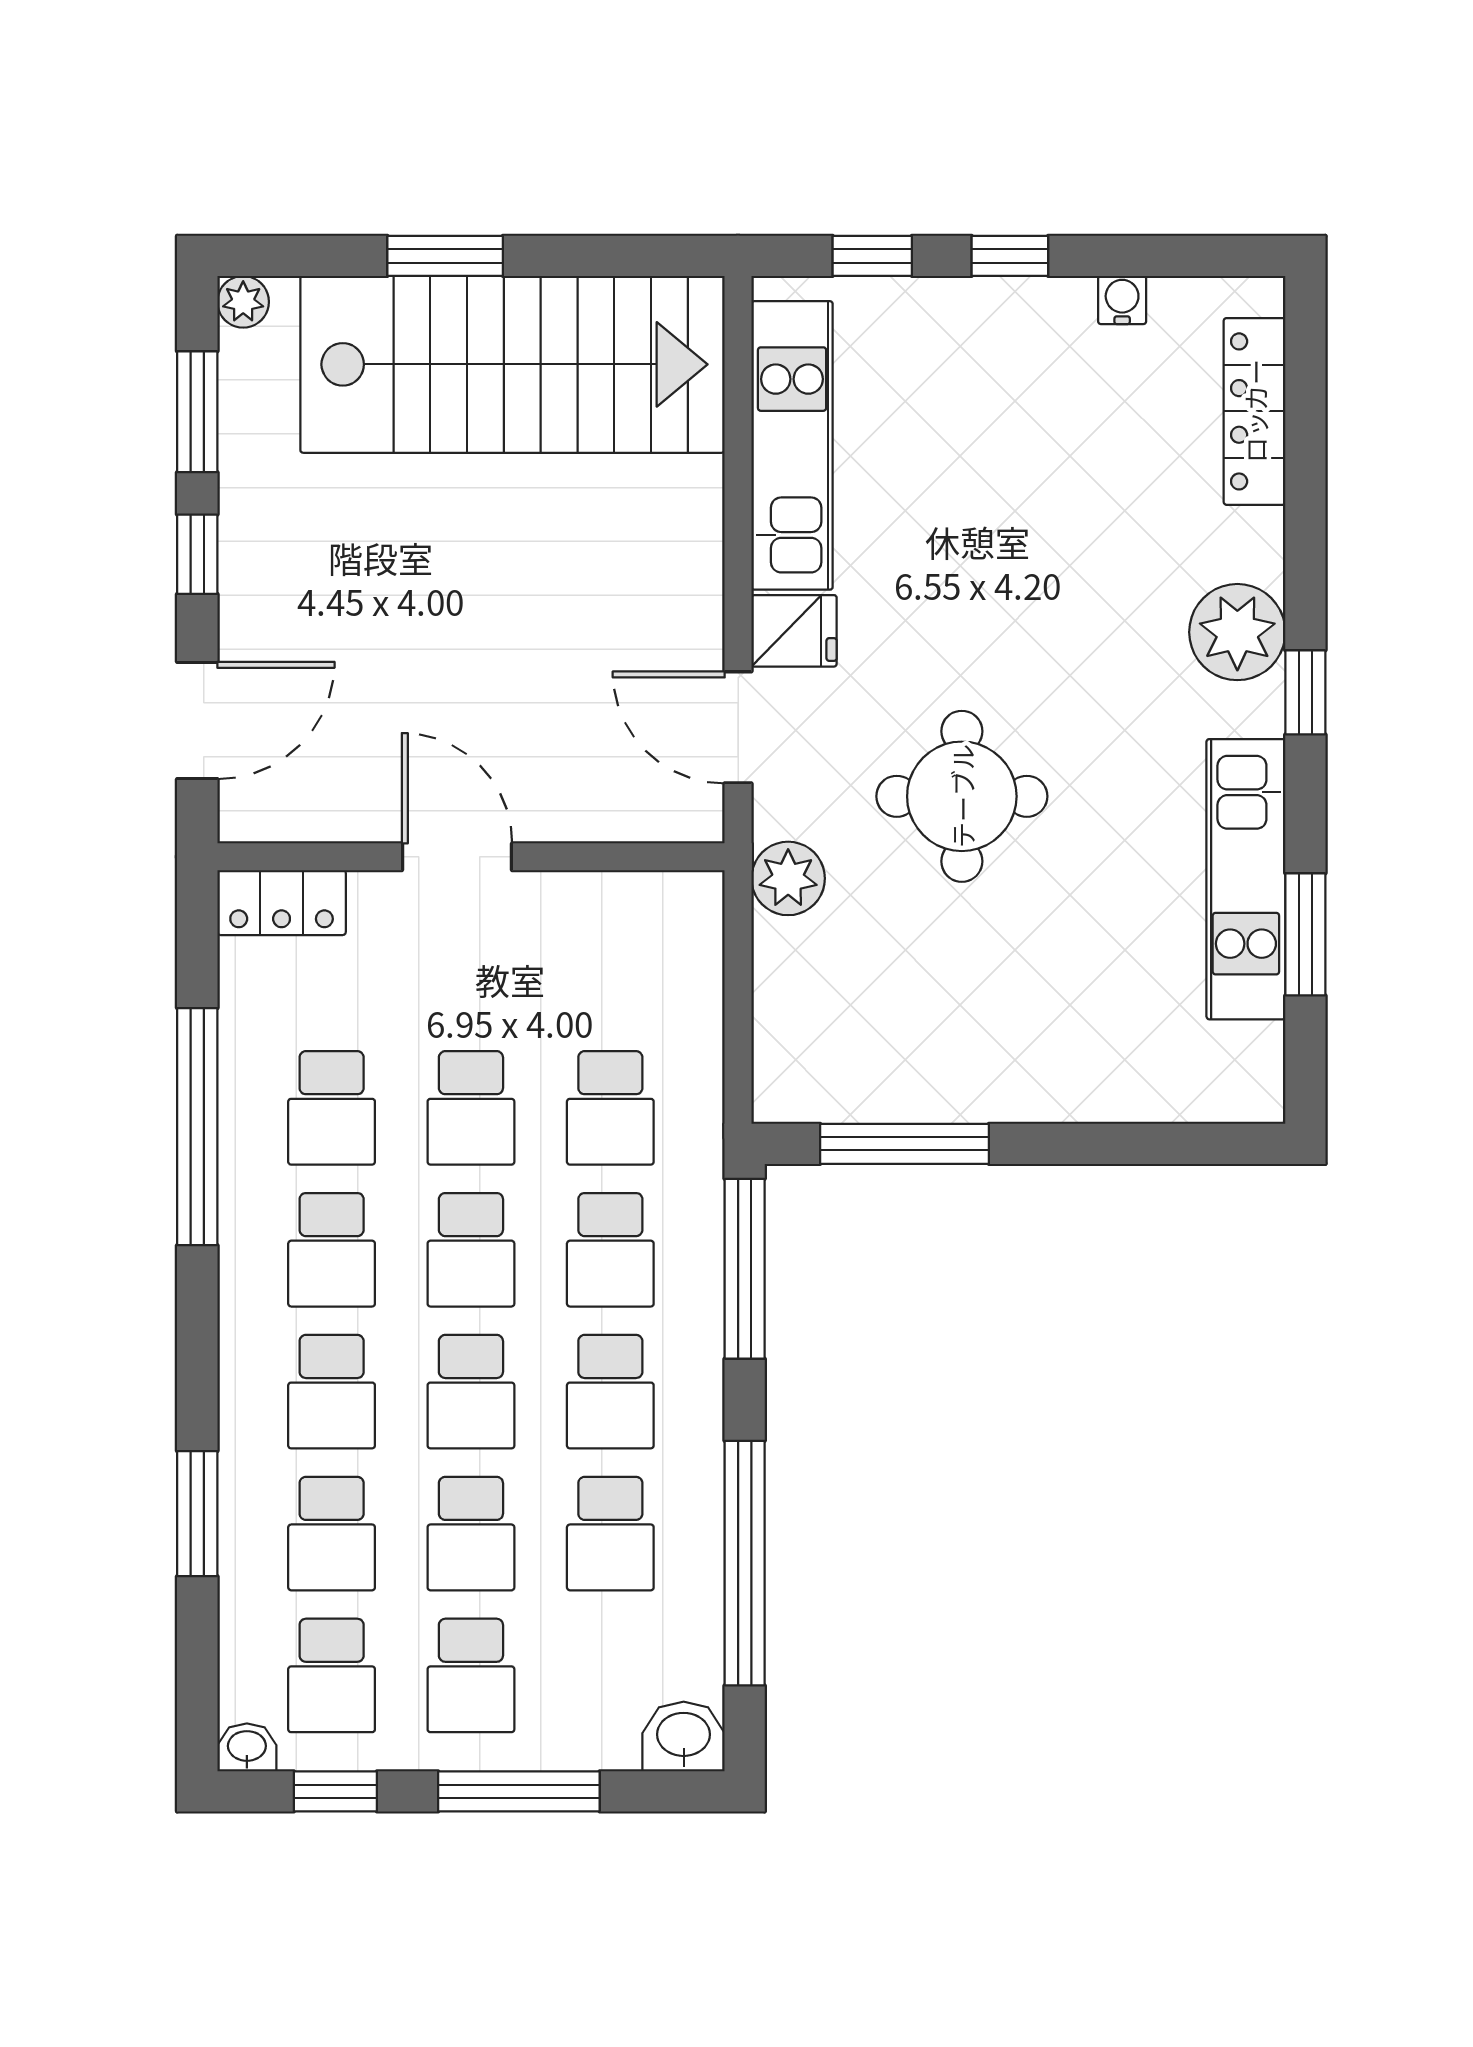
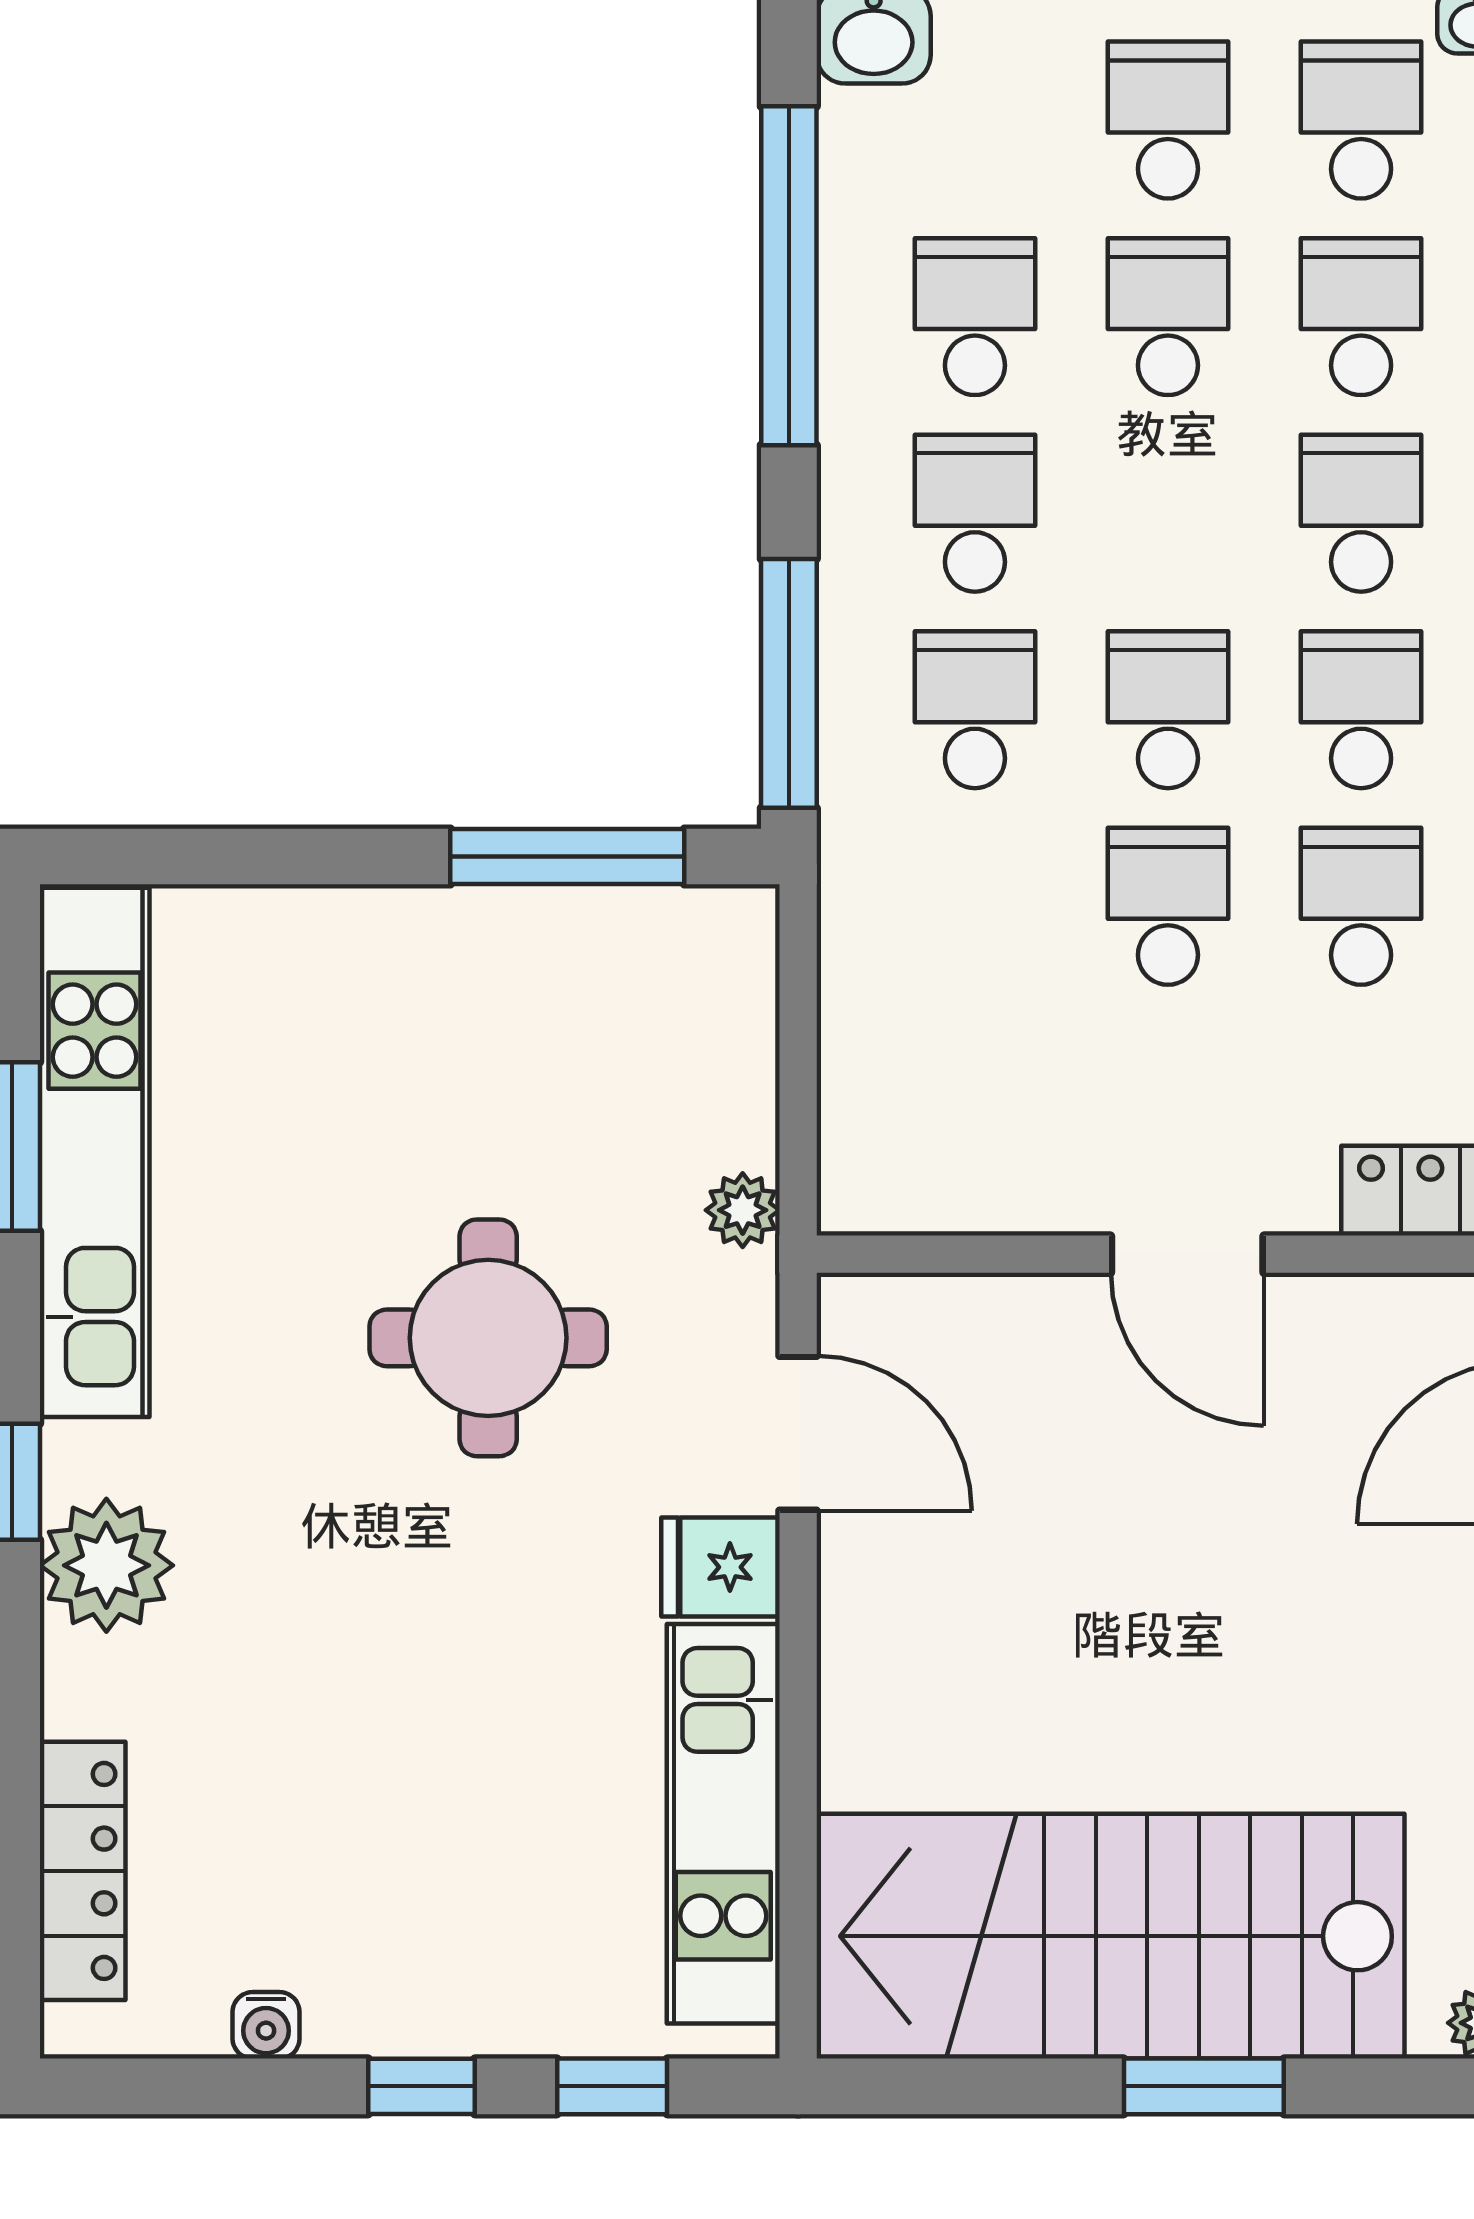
plant: (788, 878) -> (743, 1210), width x0.73, depth x0.73
kitchen unit: (1246, 879) -> (95, 1152), width x1.36
school desk: (610, 1108) -> (975, 906), removed
school desk: (471, 1392) -> (1168, 513), removed

